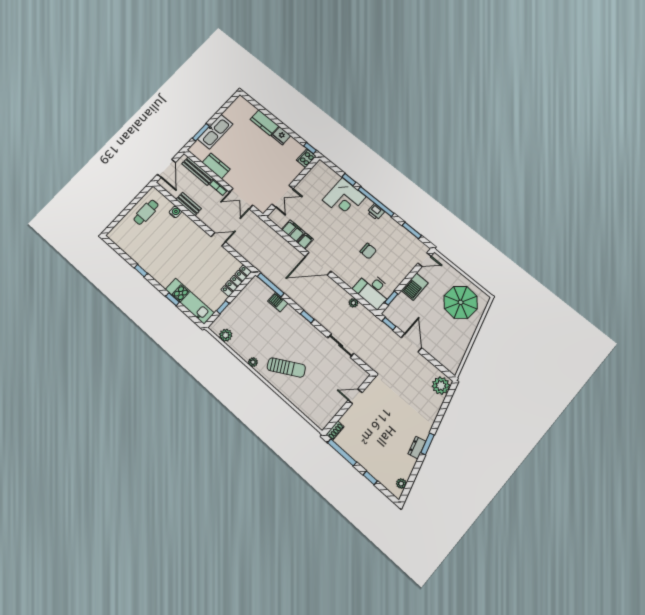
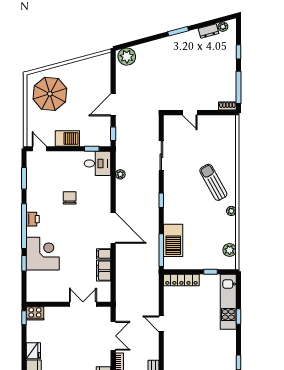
desk: (373, 290) -> (97, 163), width x0.73
barbecue: (278, 302) -> (173, 240), width x1.88, depth x1.53
dresser: (417, 448) -> (209, 31), moved

